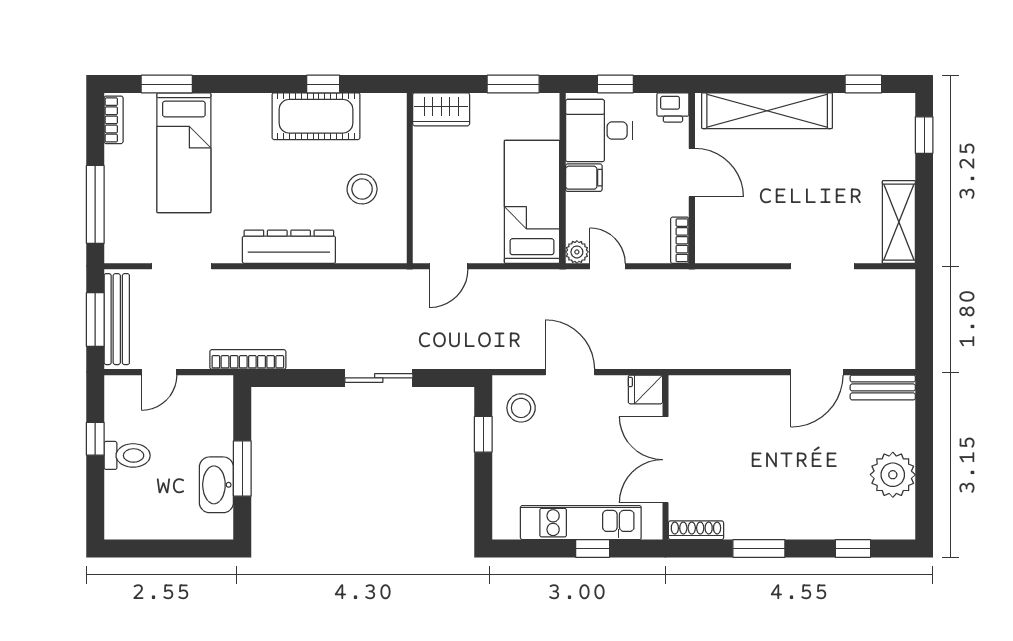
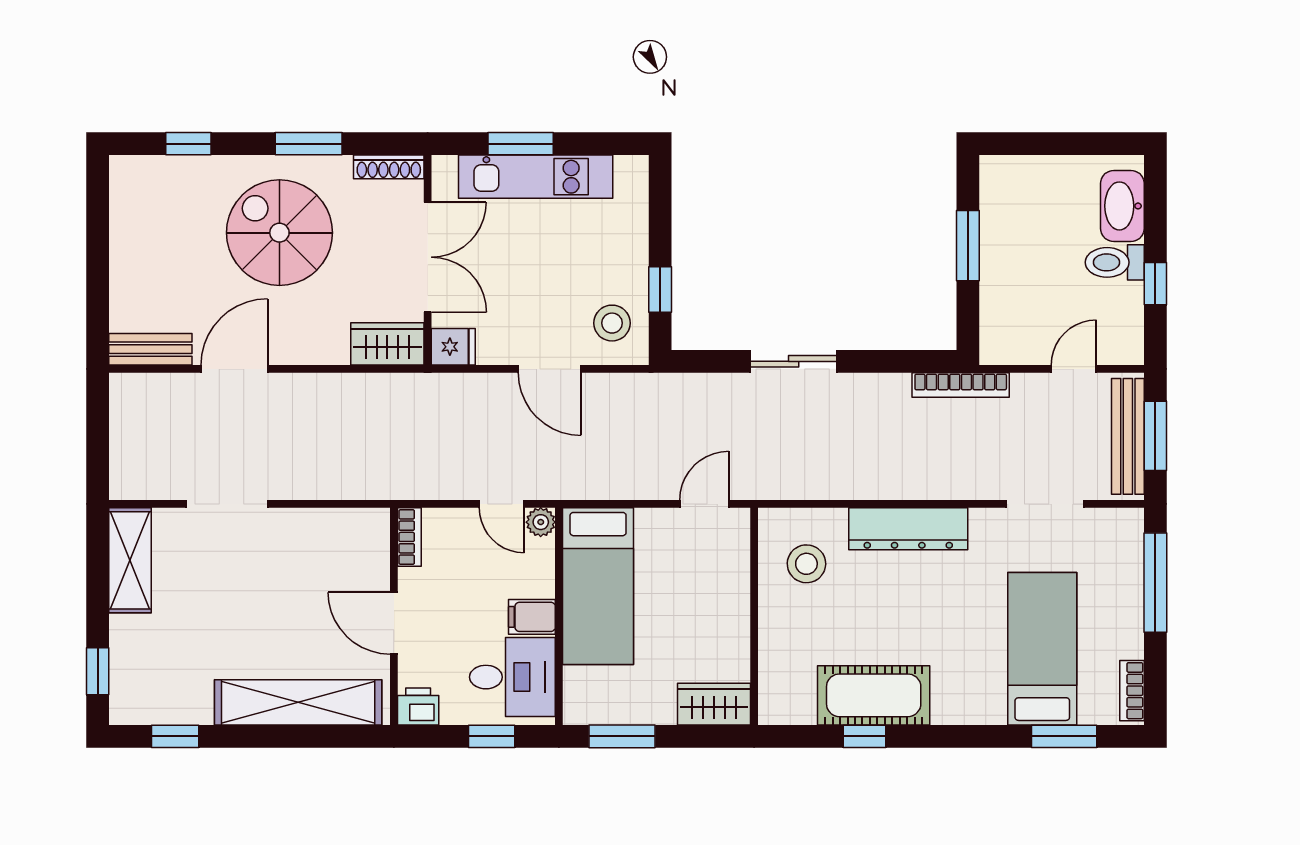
stool: (362, 189) -> (806, 564), moved
wardrobe: (697, 392) -> (387, 344), added
plant: (893, 475) -> (138, 238), removed
spiral stairs: (782, 479) -> (279, 233), added
washbasin: (216, 485) -> (1122, 206), moved, turned 180
window: (593, 548) -> (521, 144), width x1.50

